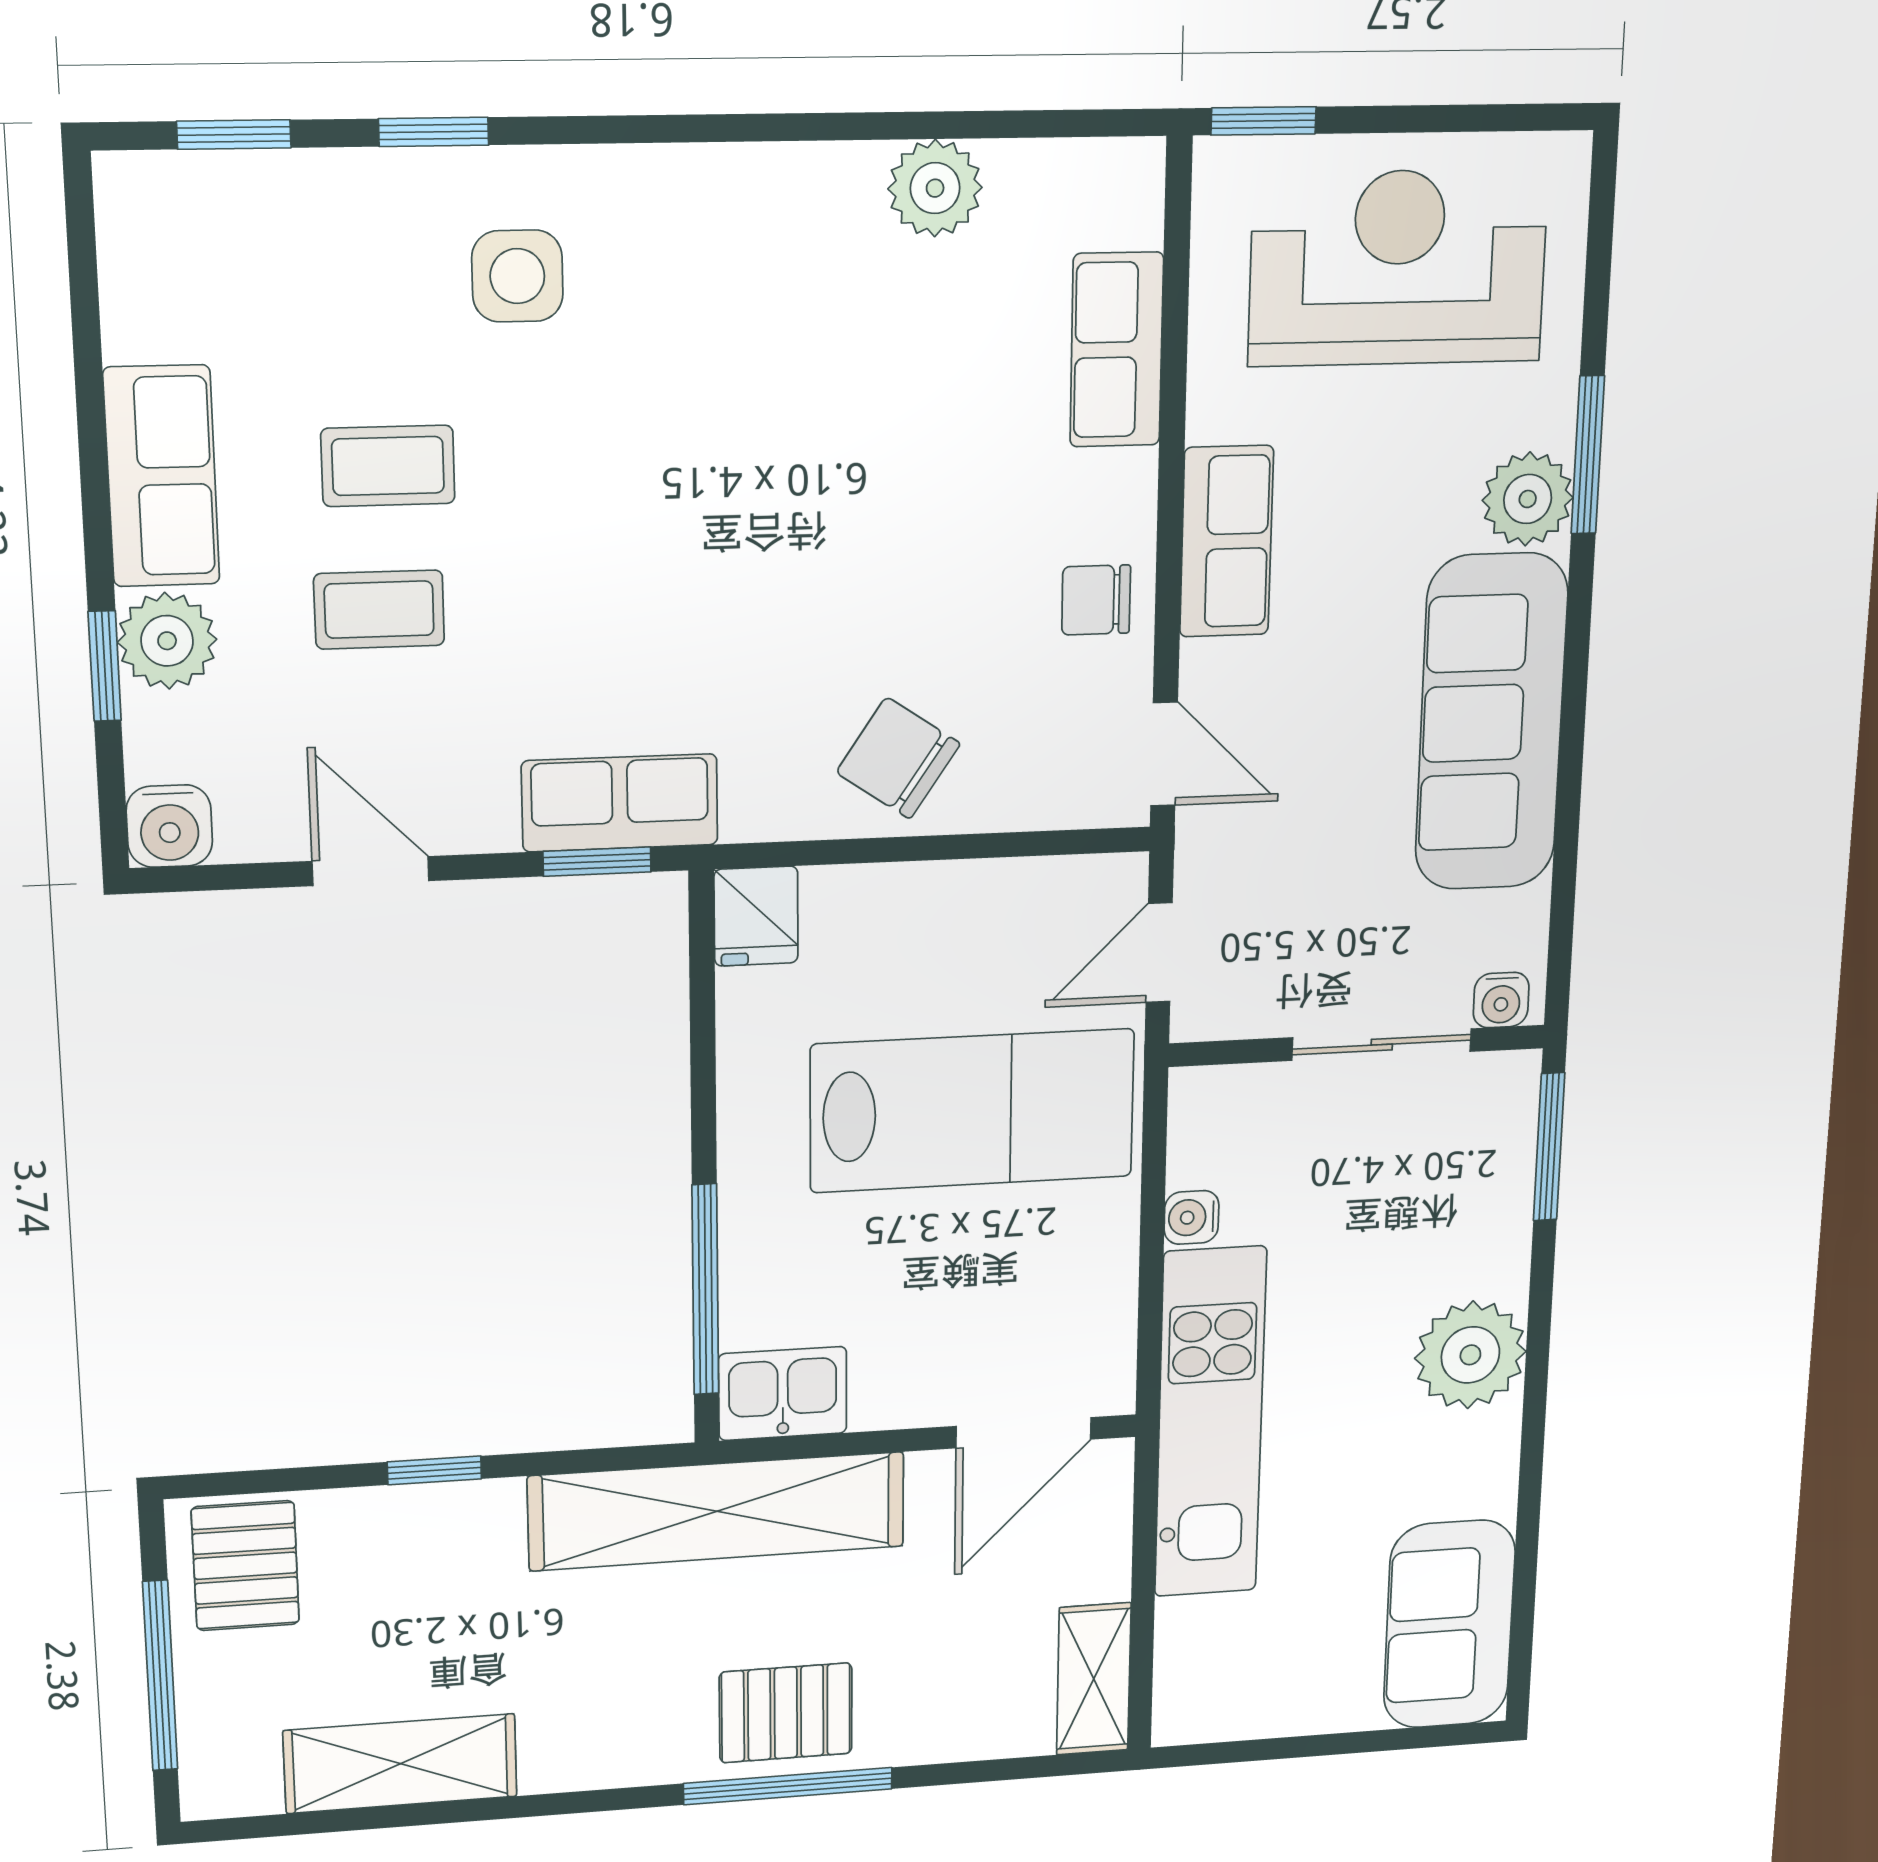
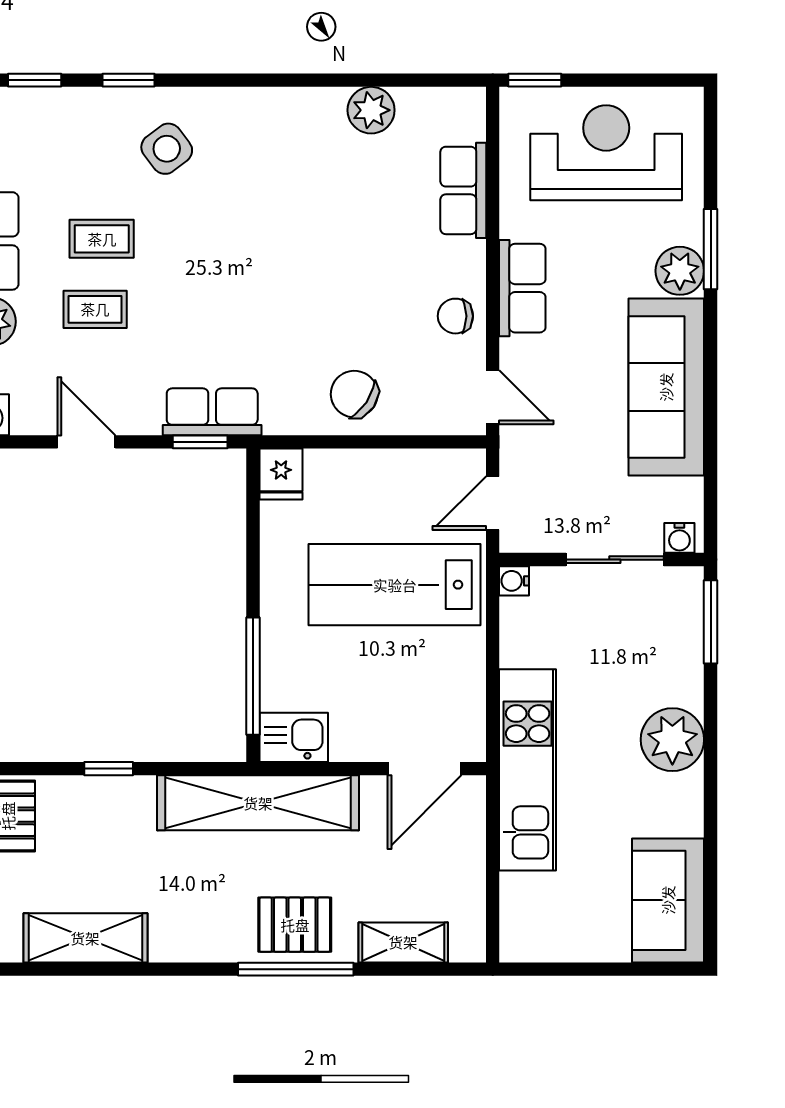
side table: (517, 276) -> (167, 149), turned -37
lab bench: (972, 1111) -> (395, 585), turned 180
water cooler: (1192, 1217) -> (514, 581), moved
shelving: (1094, 1679) -> (403, 942), moved, turned 90

